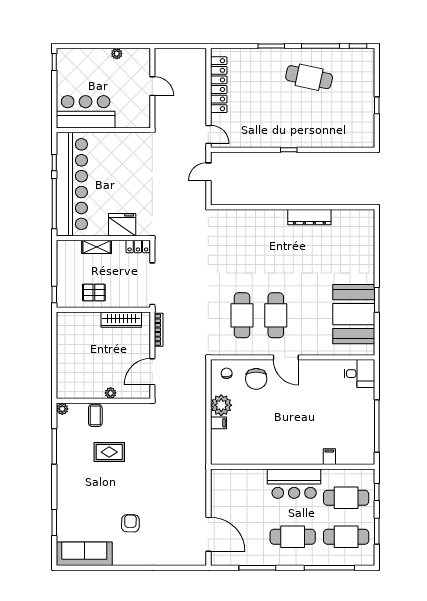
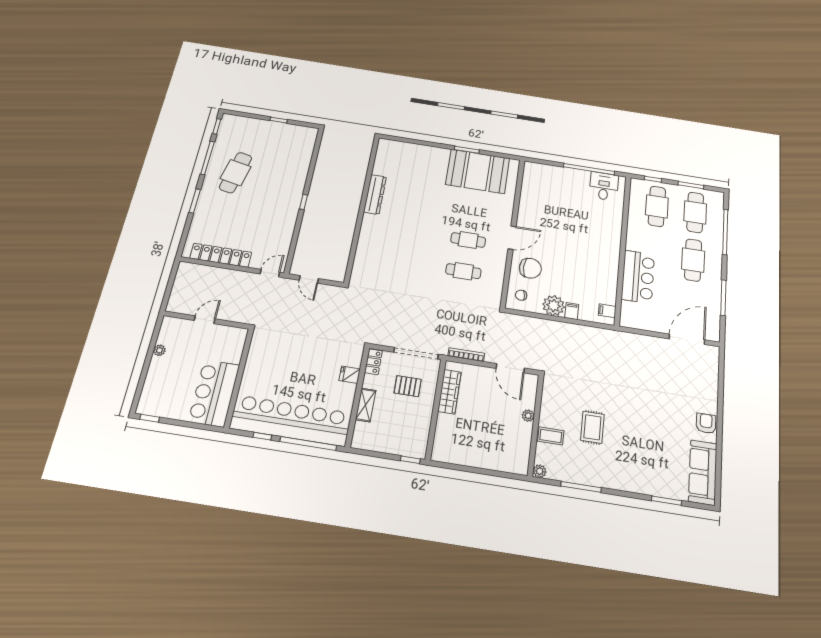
fridge: (122, 225) -> (350, 375), width x0.53, depth x0.75
pallet: (94, 293) -> (408, 386), moved, turned 90
cafe table: (242, 315) -> (463, 271), width x0.73, depth x0.74
cafe table: (276, 315) -> (468, 240), width x0.73, depth x0.74
desk: (359, 374) -> (604, 186), moved
filing cabinet: (329, 457) -> (607, 311), moved
bar counter: (294, 484) -> (638, 277), moved
armchair: (130, 523) -> (706, 423), moved, turned 89

